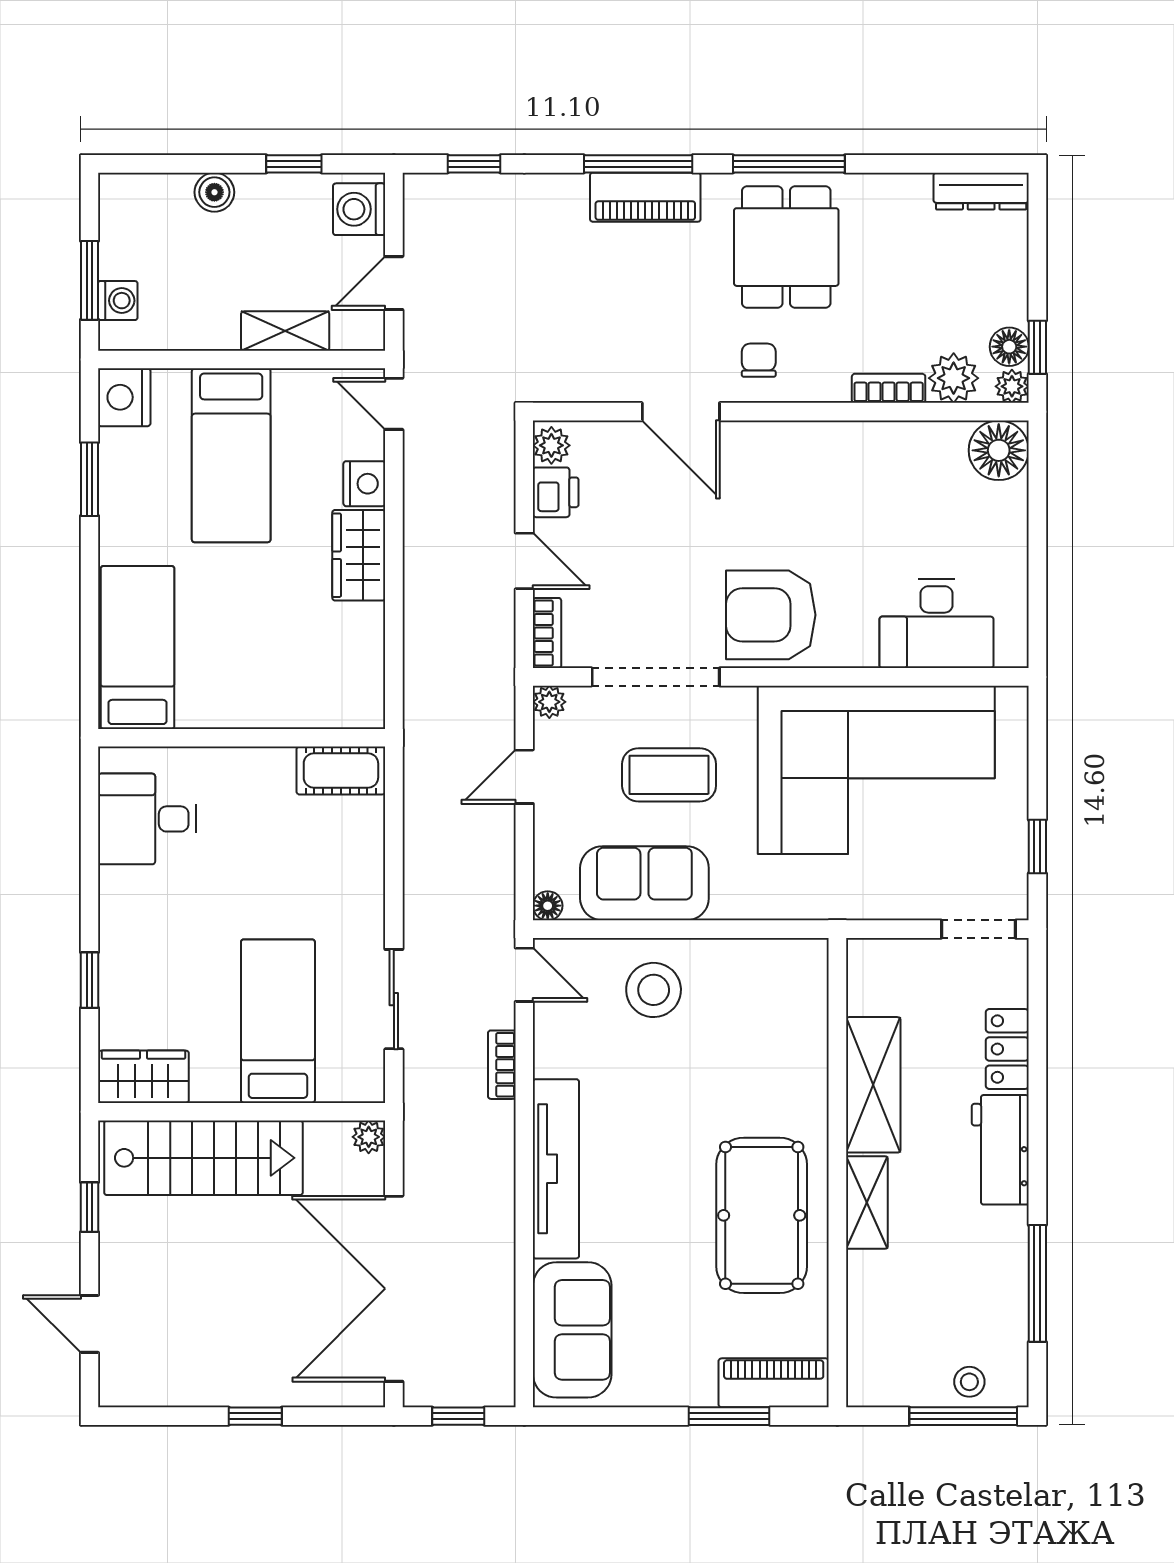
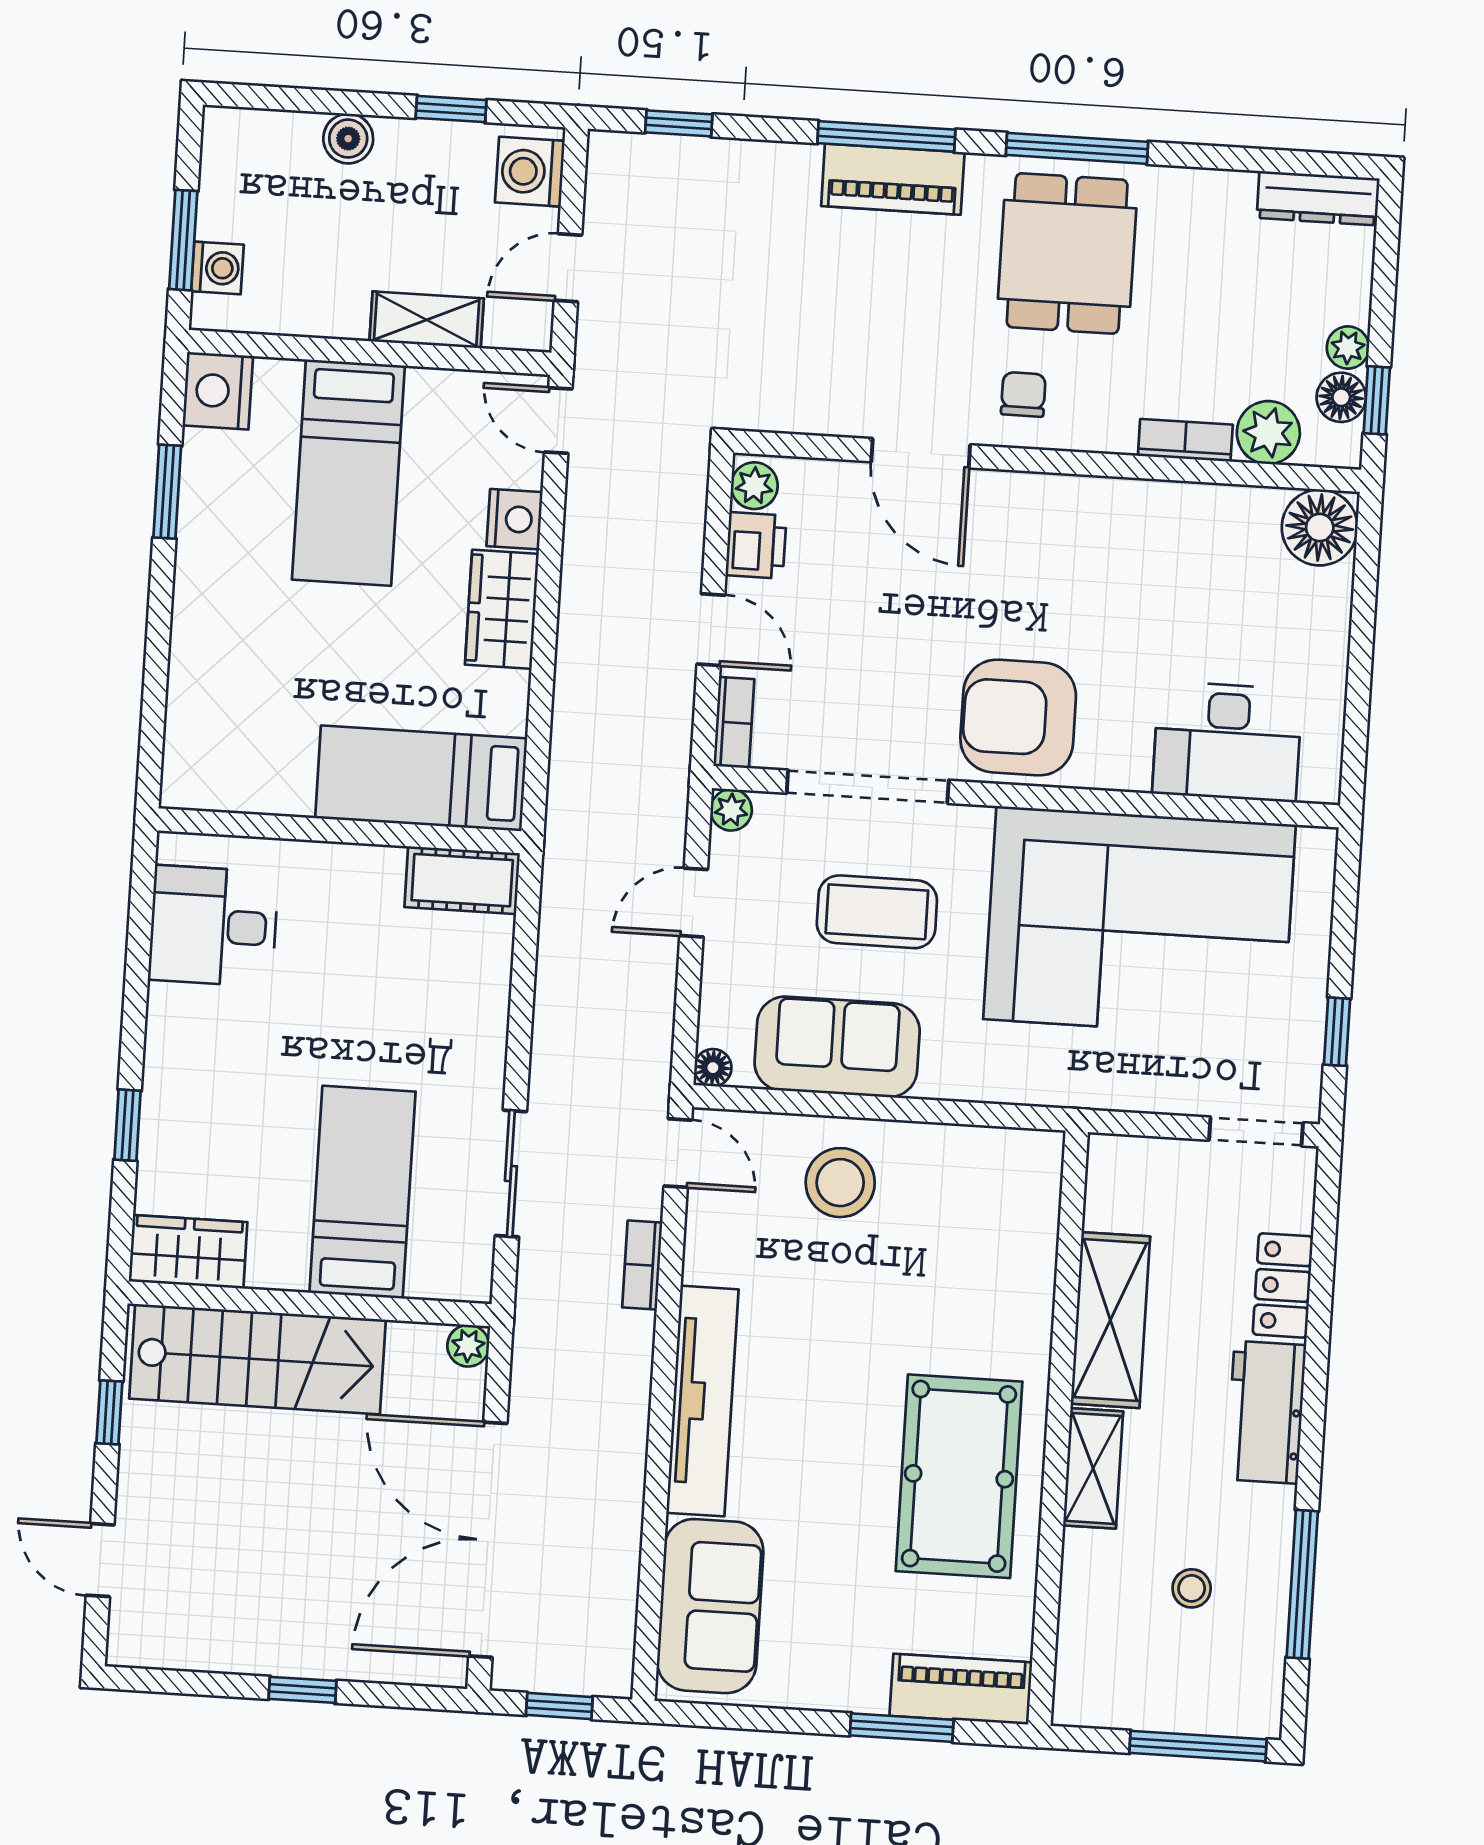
plant: (1012, 386) -> (1348, 347), moved
bed: (138, 647) -> (421, 778), moved, turned -90
stool: (969, 1382) -> (1192, 1588), moved

